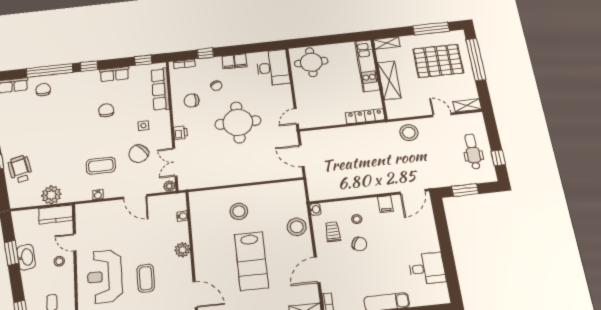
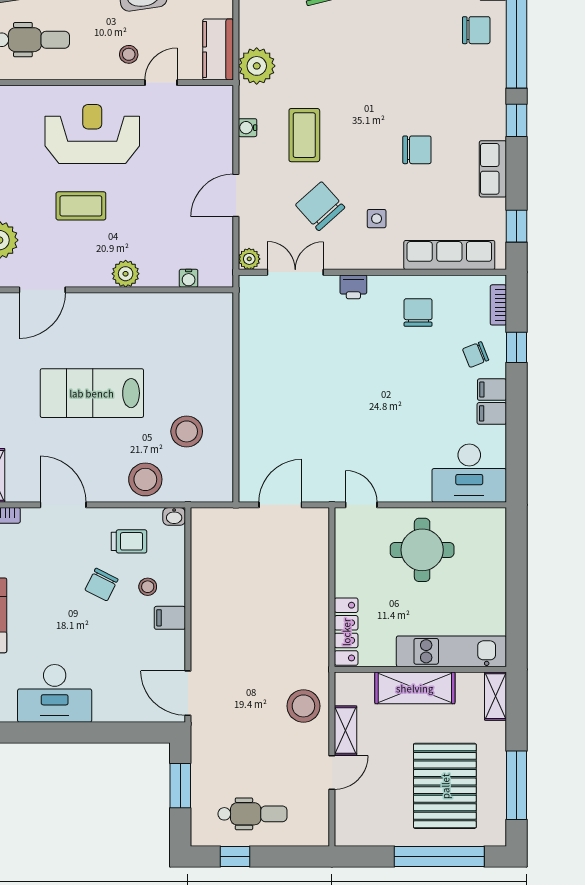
round table: (311, 62) -> (422, 550), moved
chair: (216, 86) -> (476, 355), moved
shelving: (467, 105) -> (346, 730), moved
round table: (238, 122) -> (362, 395), removed
plant: (51, 195) -> (257, 66), moved
filing cabinet: (385, 204) -> (170, 618), moved
stool: (239, 211) -> (187, 431), moved
desk: (427, 268) -> (55, 693), width x1.37

